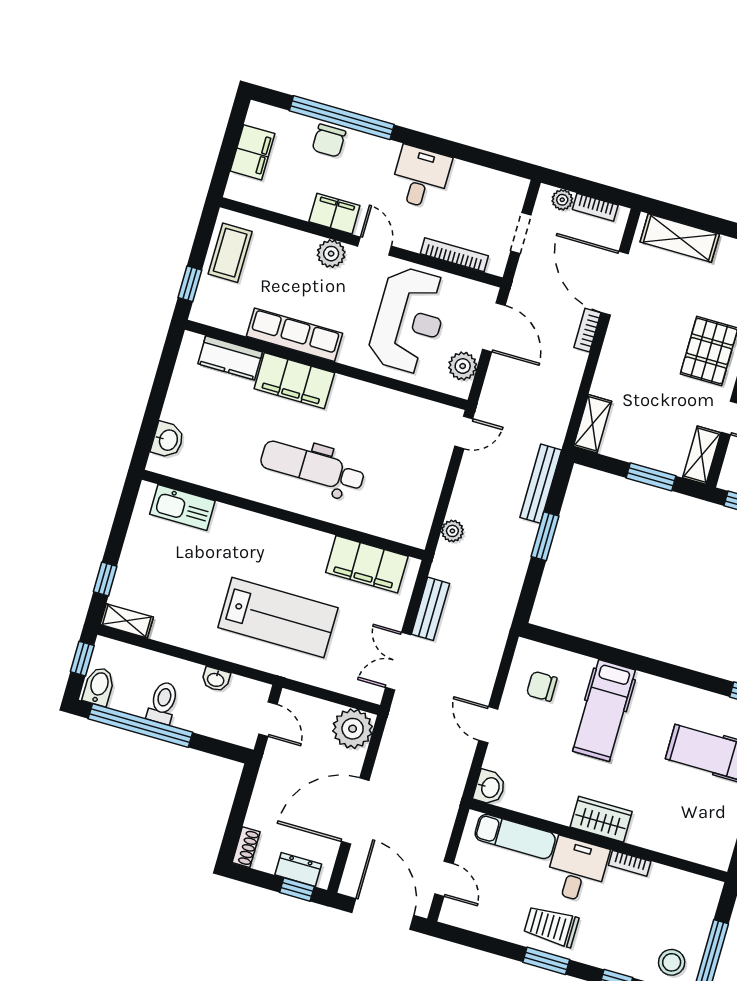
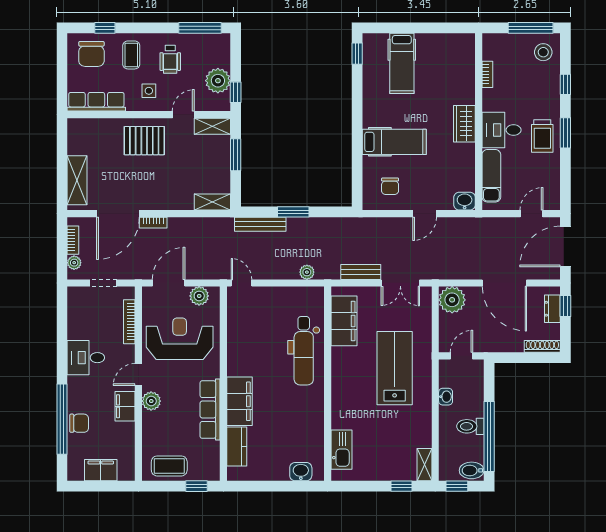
dental chair: (312, 467) -> (304, 351), moved
shoe rack: (246, 847) -> (542, 346), width x1.43
bookcase: (630, 863) -> (487, 74), moved

